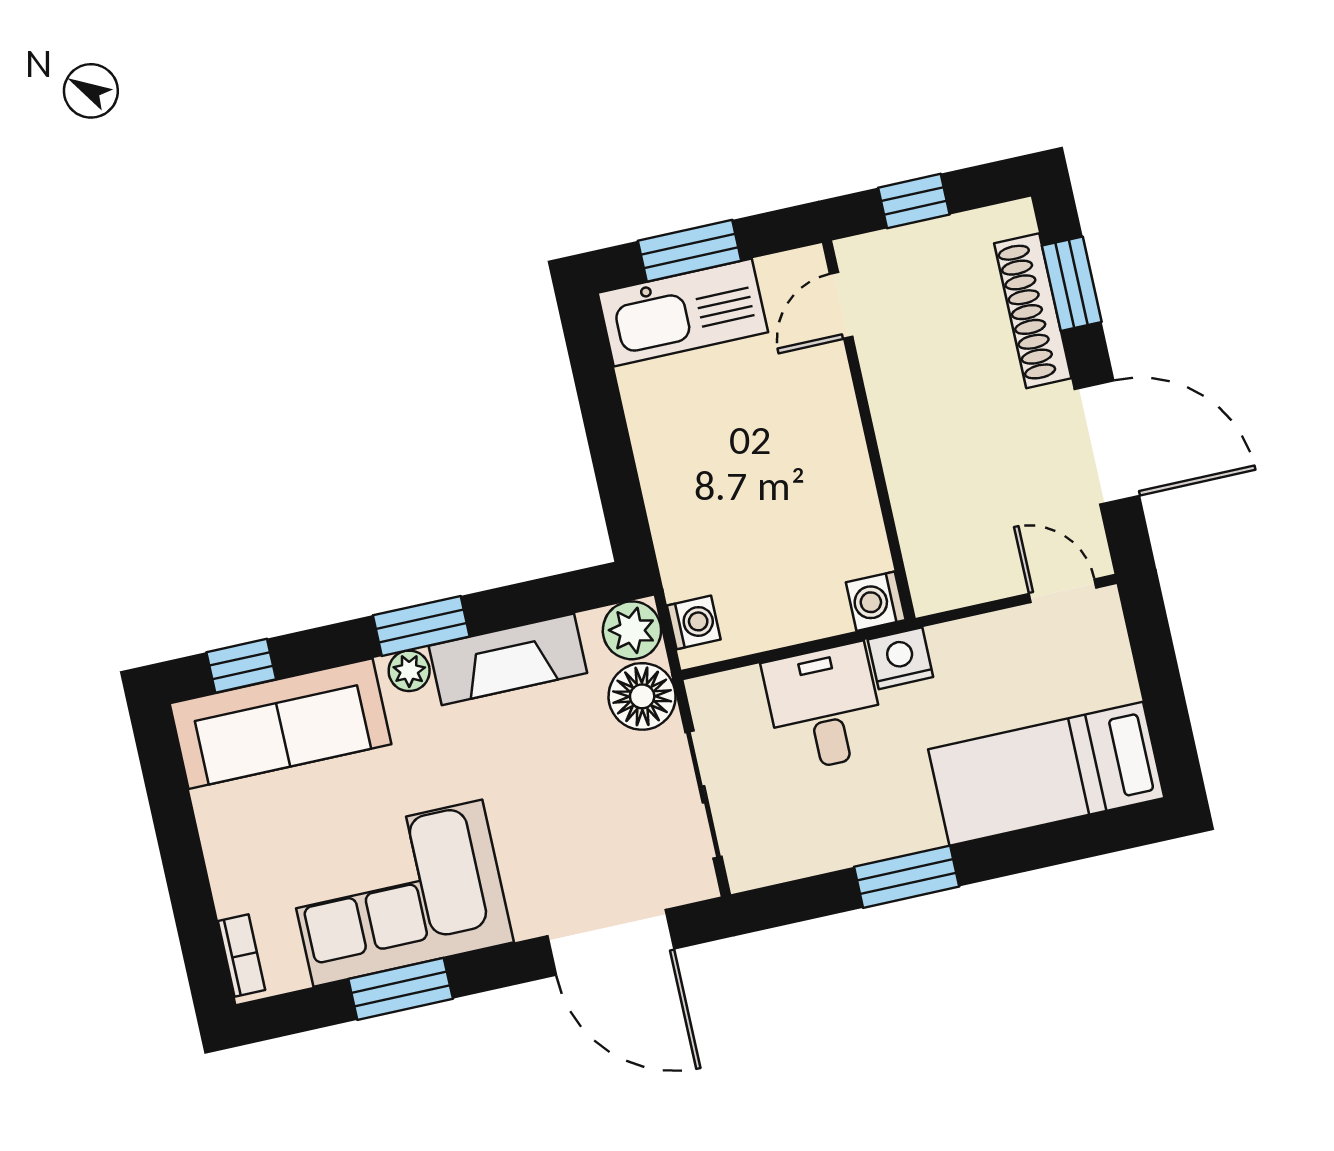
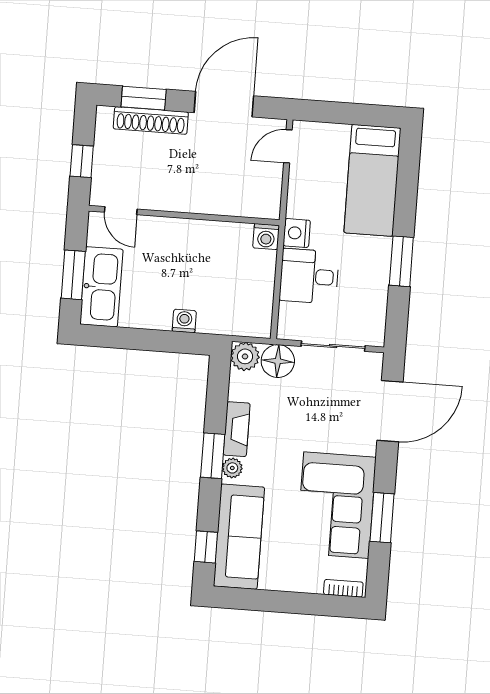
washing machine: (694, 622) -> (184, 321), moved
fireplace: (508, 659) -> (237, 429), width x0.73, depth x0.76

